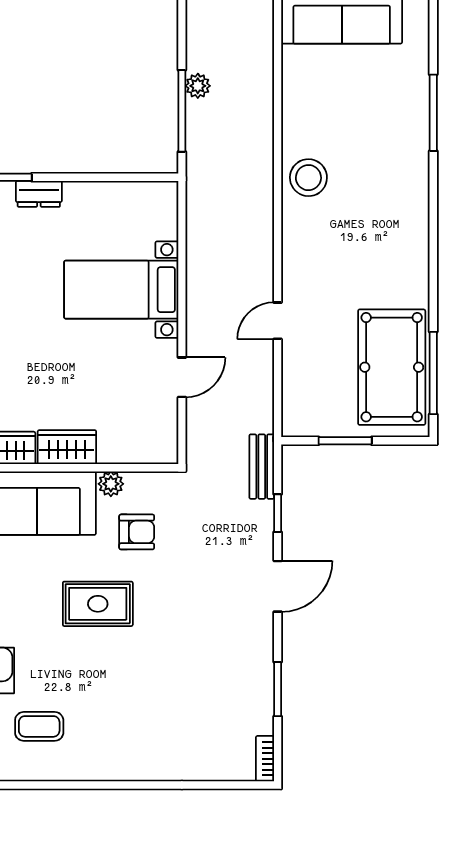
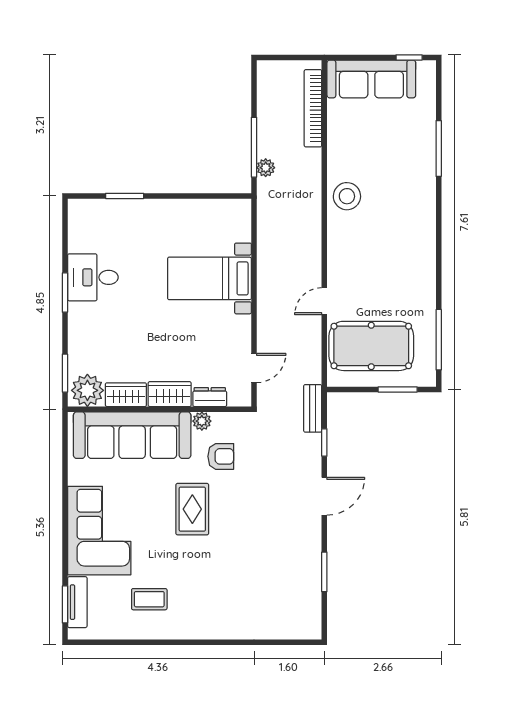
plant: (198, 86) -> (266, 168), moved
dresser: (39, 194) -> (210, 397), moved, turned 180
pool table: (392, 367) -> (371, 346), moved, turned 90
door: (182, 377) -> (254, 368), moved
window: (345, 441) -> (398, 389), moved
rug: (98, 604) -> (192, 509), turned 90
bookcase: (265, 759) -> (313, 108), moved, width x2.31, depth x1.31

